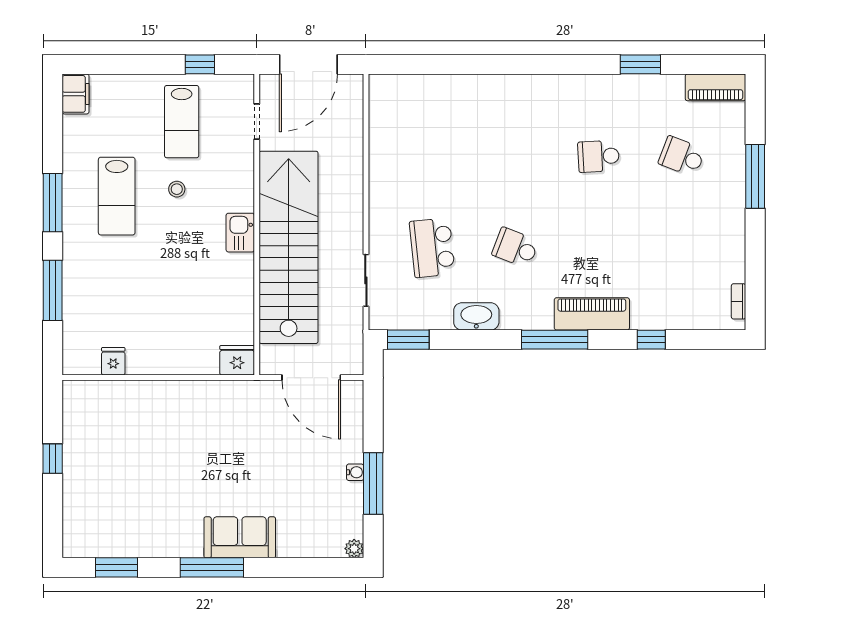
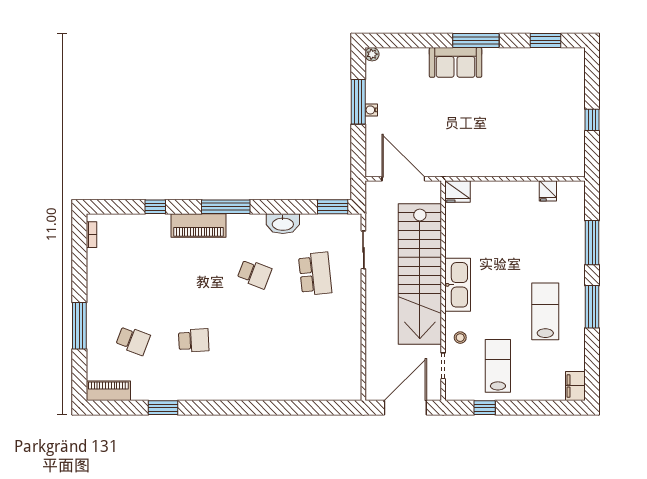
stool: (177, 189) -> (460, 338), moved
kitchen sink: (240, 233) -> (458, 285), width x1.87, depth x1.24

